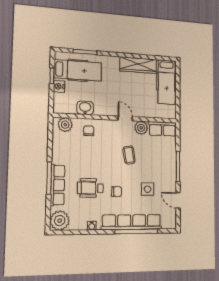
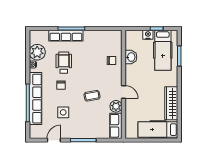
door: (125, 118) -> (124, 92), hinge flipped
plant: (65, 125) -> (116, 41), removed
plant: (60, 221) -> (37, 52), moved

